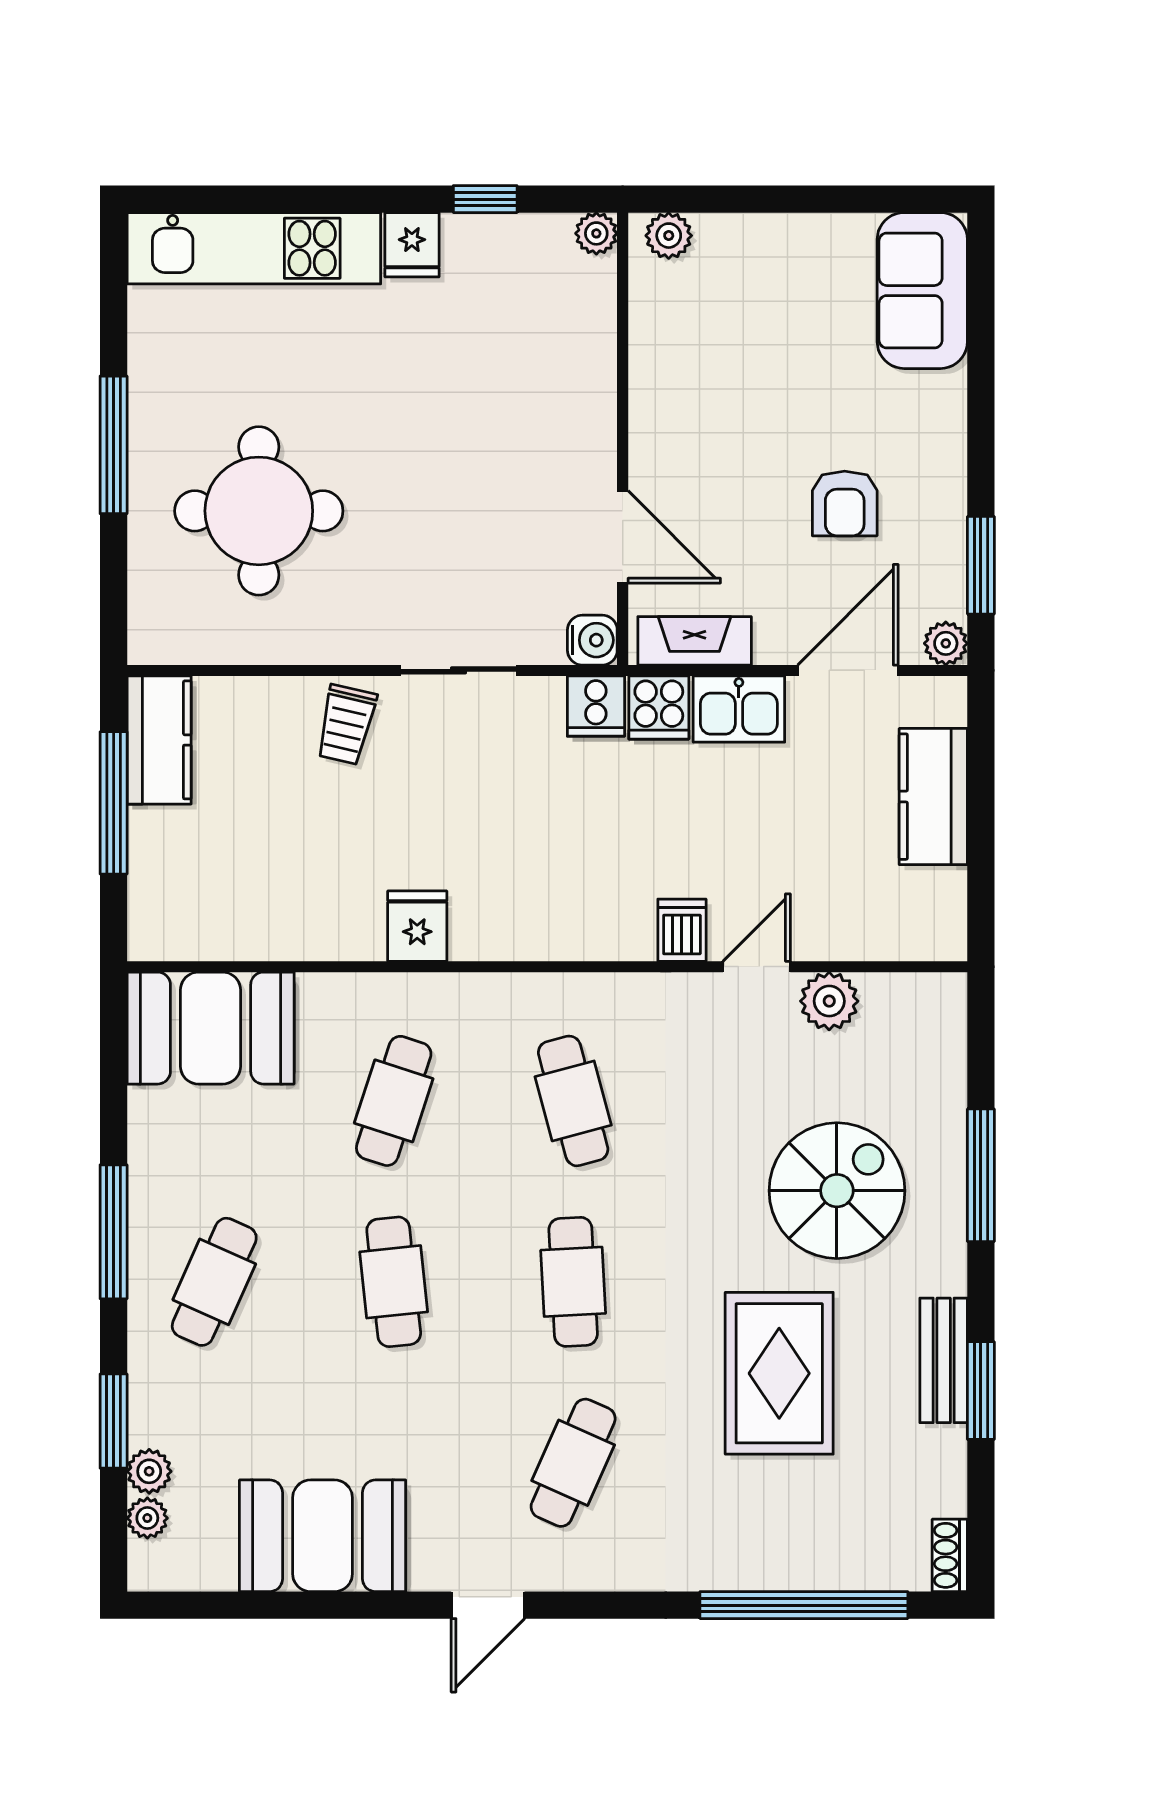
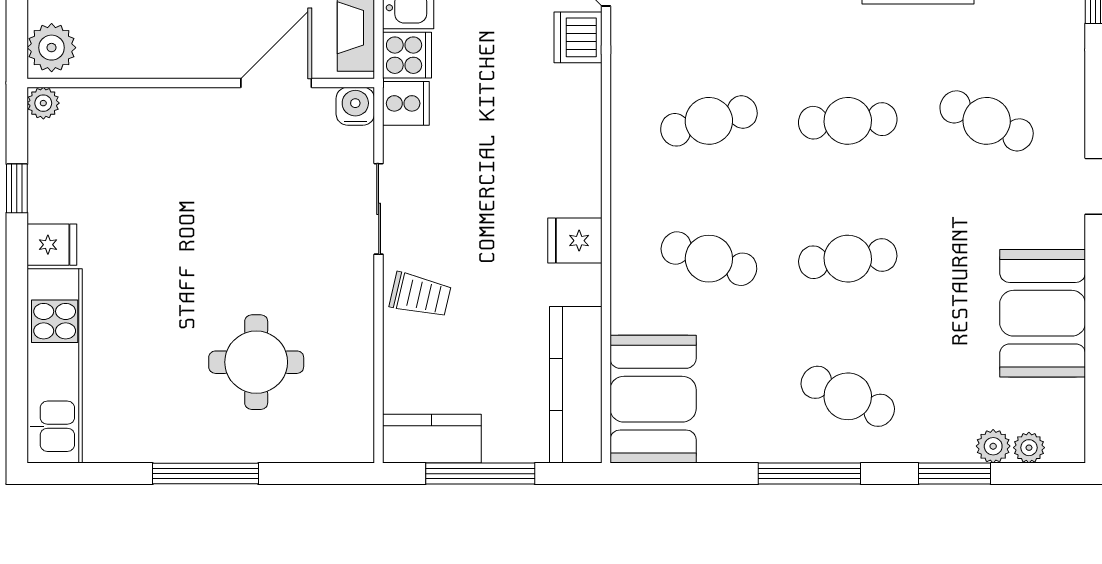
plant: (669, 236) -> (52, 48), width x1.38, depth x1.38
round table: (259, 511) -> (256, 362), width x0.73, depth x0.73
kitchen counter: (229, 927) -> (576, 385), added
dishwasher: (682, 930) -> (578, 37), width x1.38

